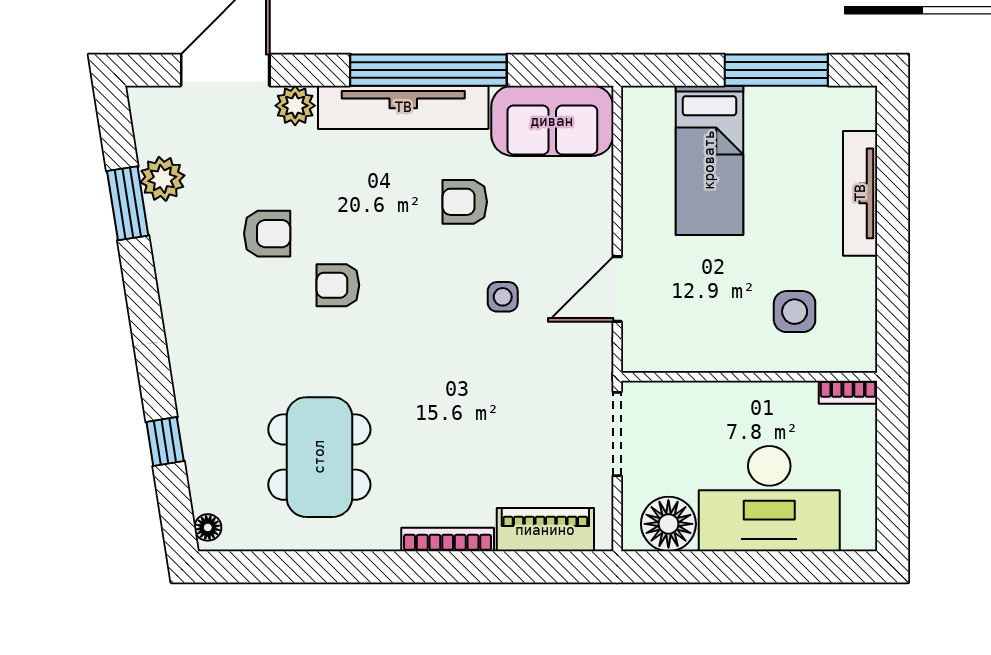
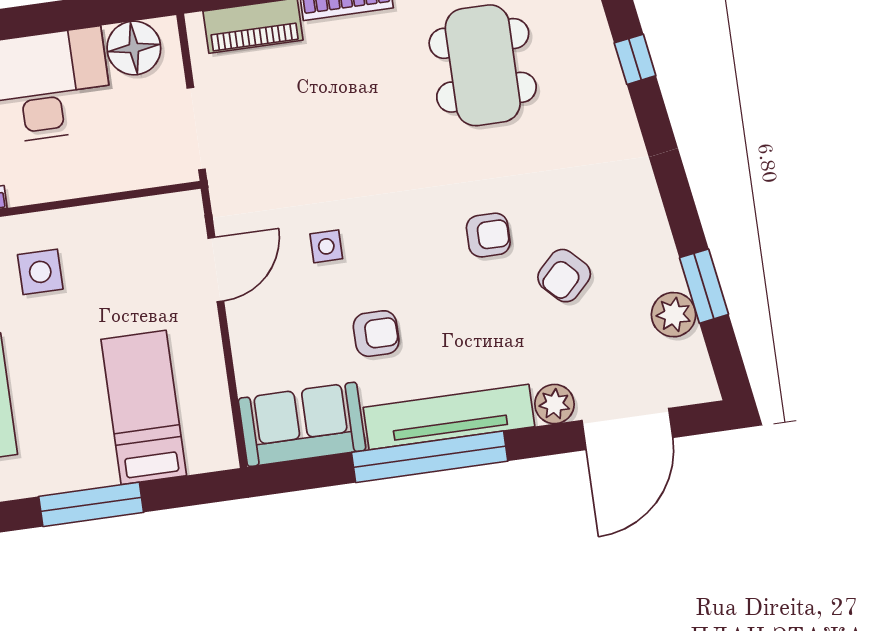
armchair: (267, 234) -> (564, 276), turned -45

